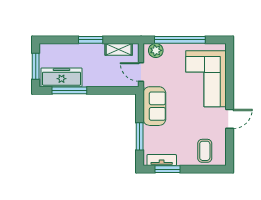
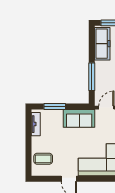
window: (69, 90) -> (92, 77), moved
window: (168, 169) -> (28, 129), removed

